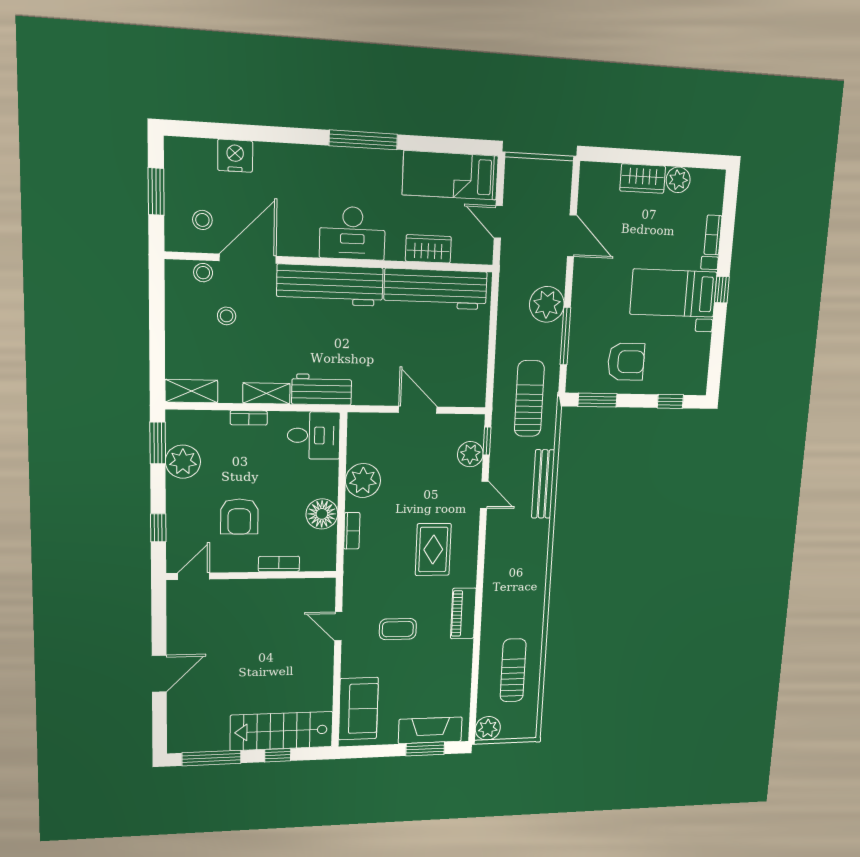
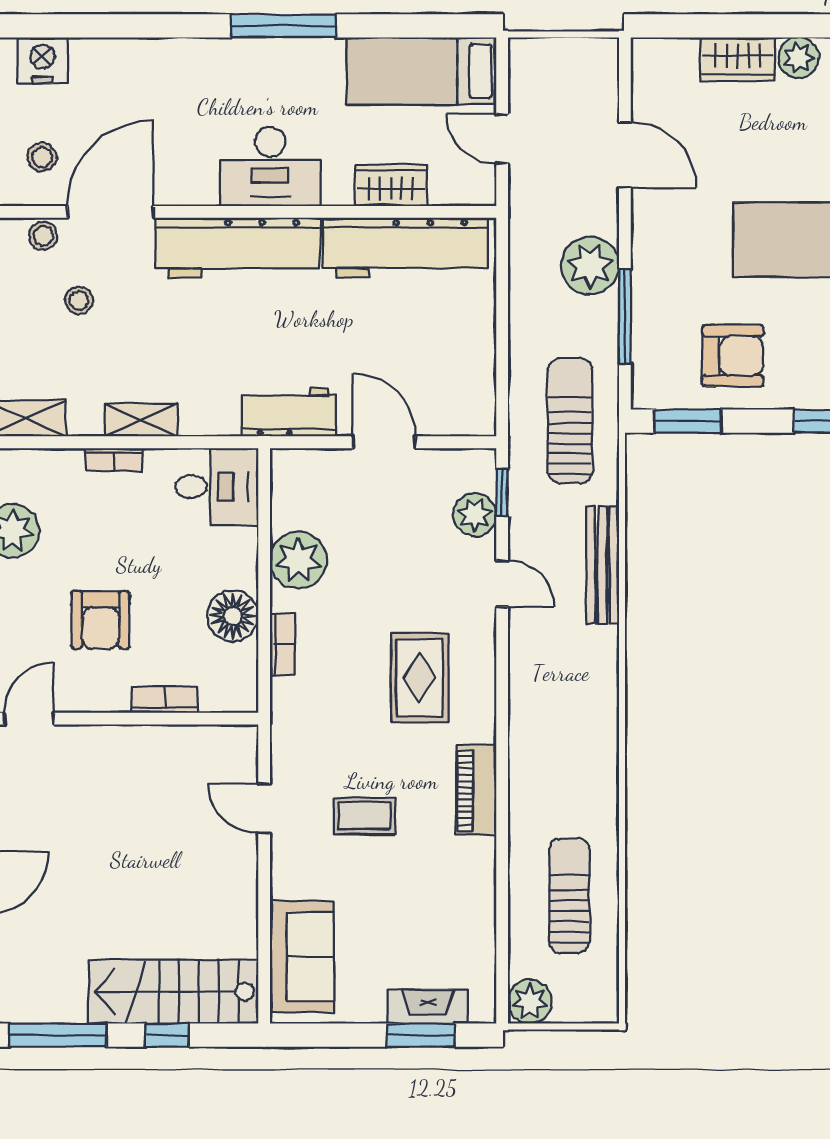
nightstand: (235, 156) -> (42, 60), moved
workbench: (322, 389) -> (289, 412), moved
fireplace: (430, 730) -> (428, 1007), width x0.73, depth x0.76

